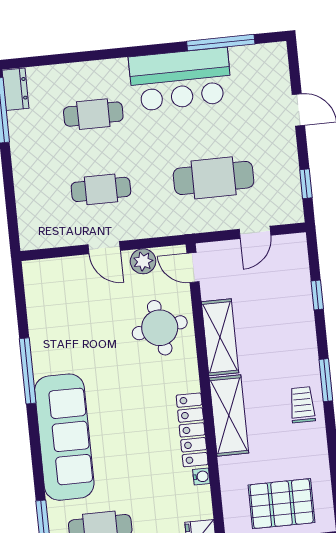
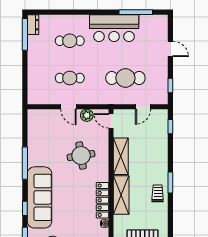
window: (317, 295) -> (170, 127), moved
round table: (160, 328) -> (81, 155), moved
window: (37, 462) -> (25, 208), added

